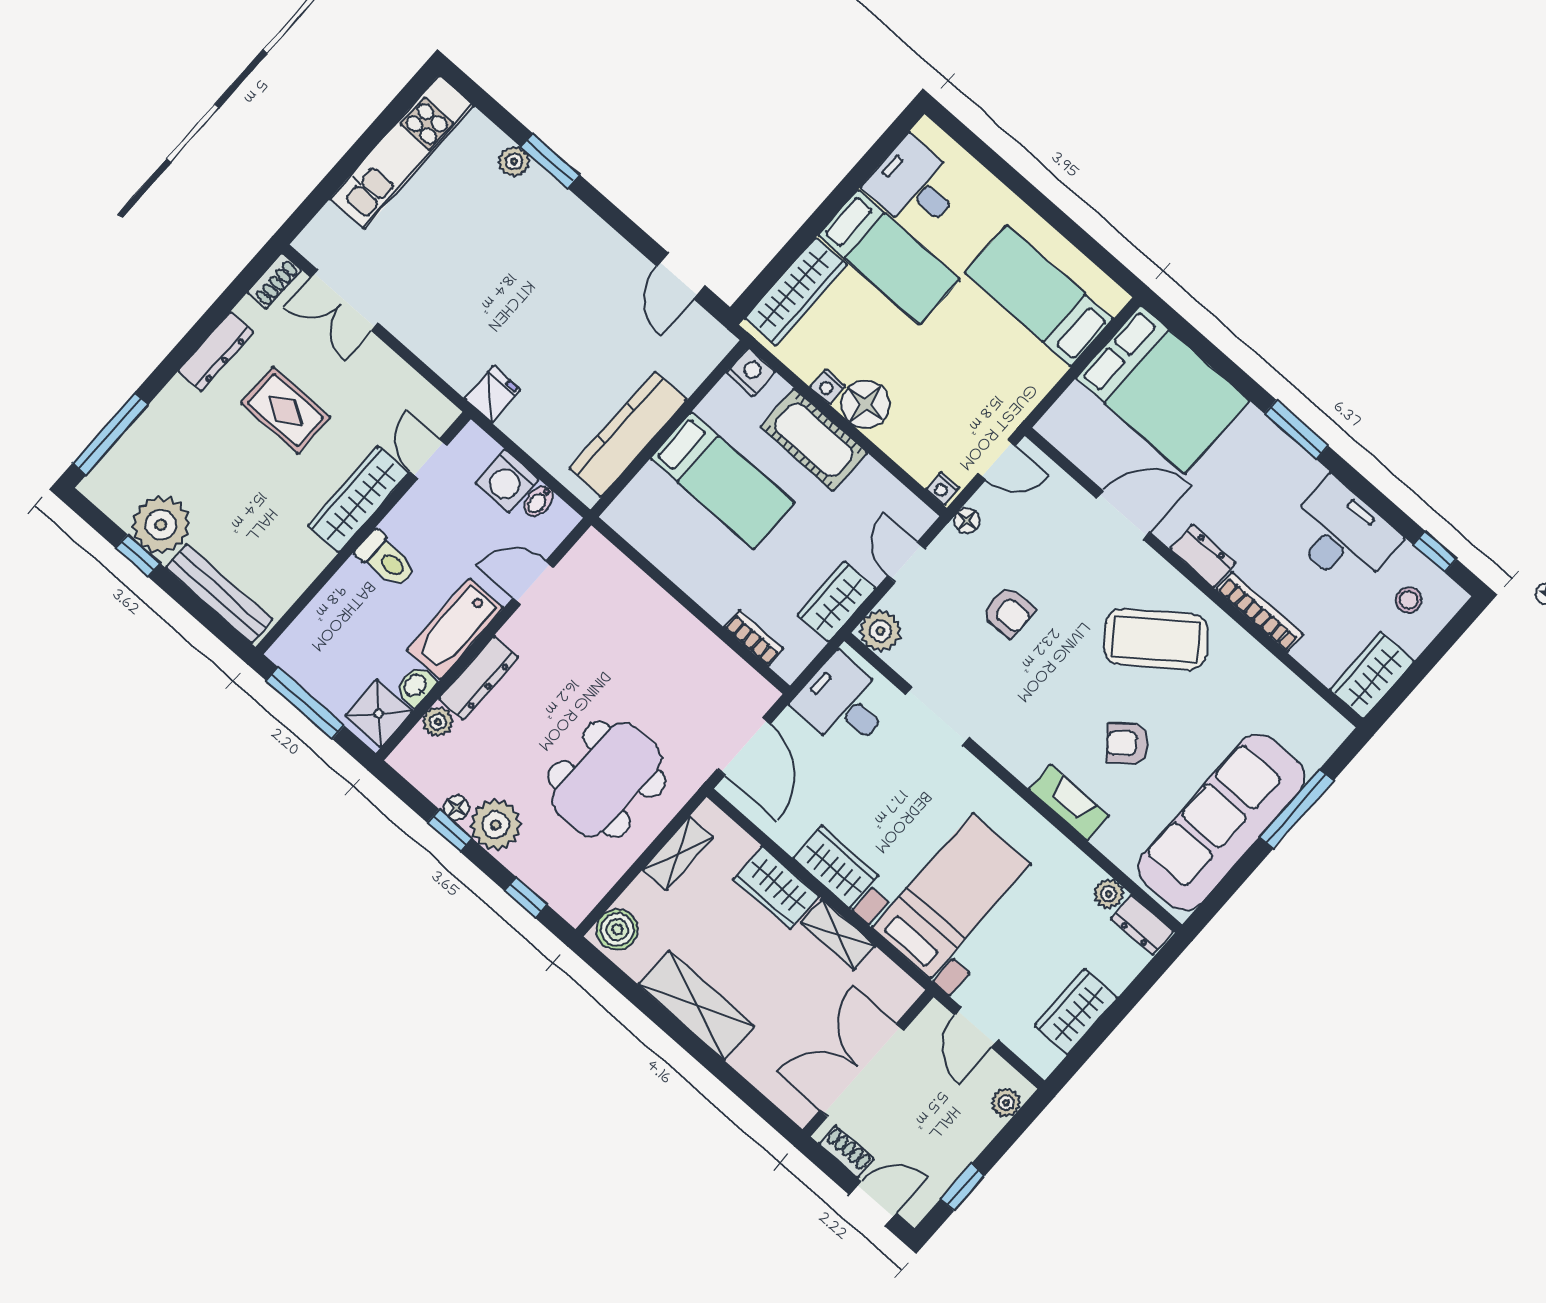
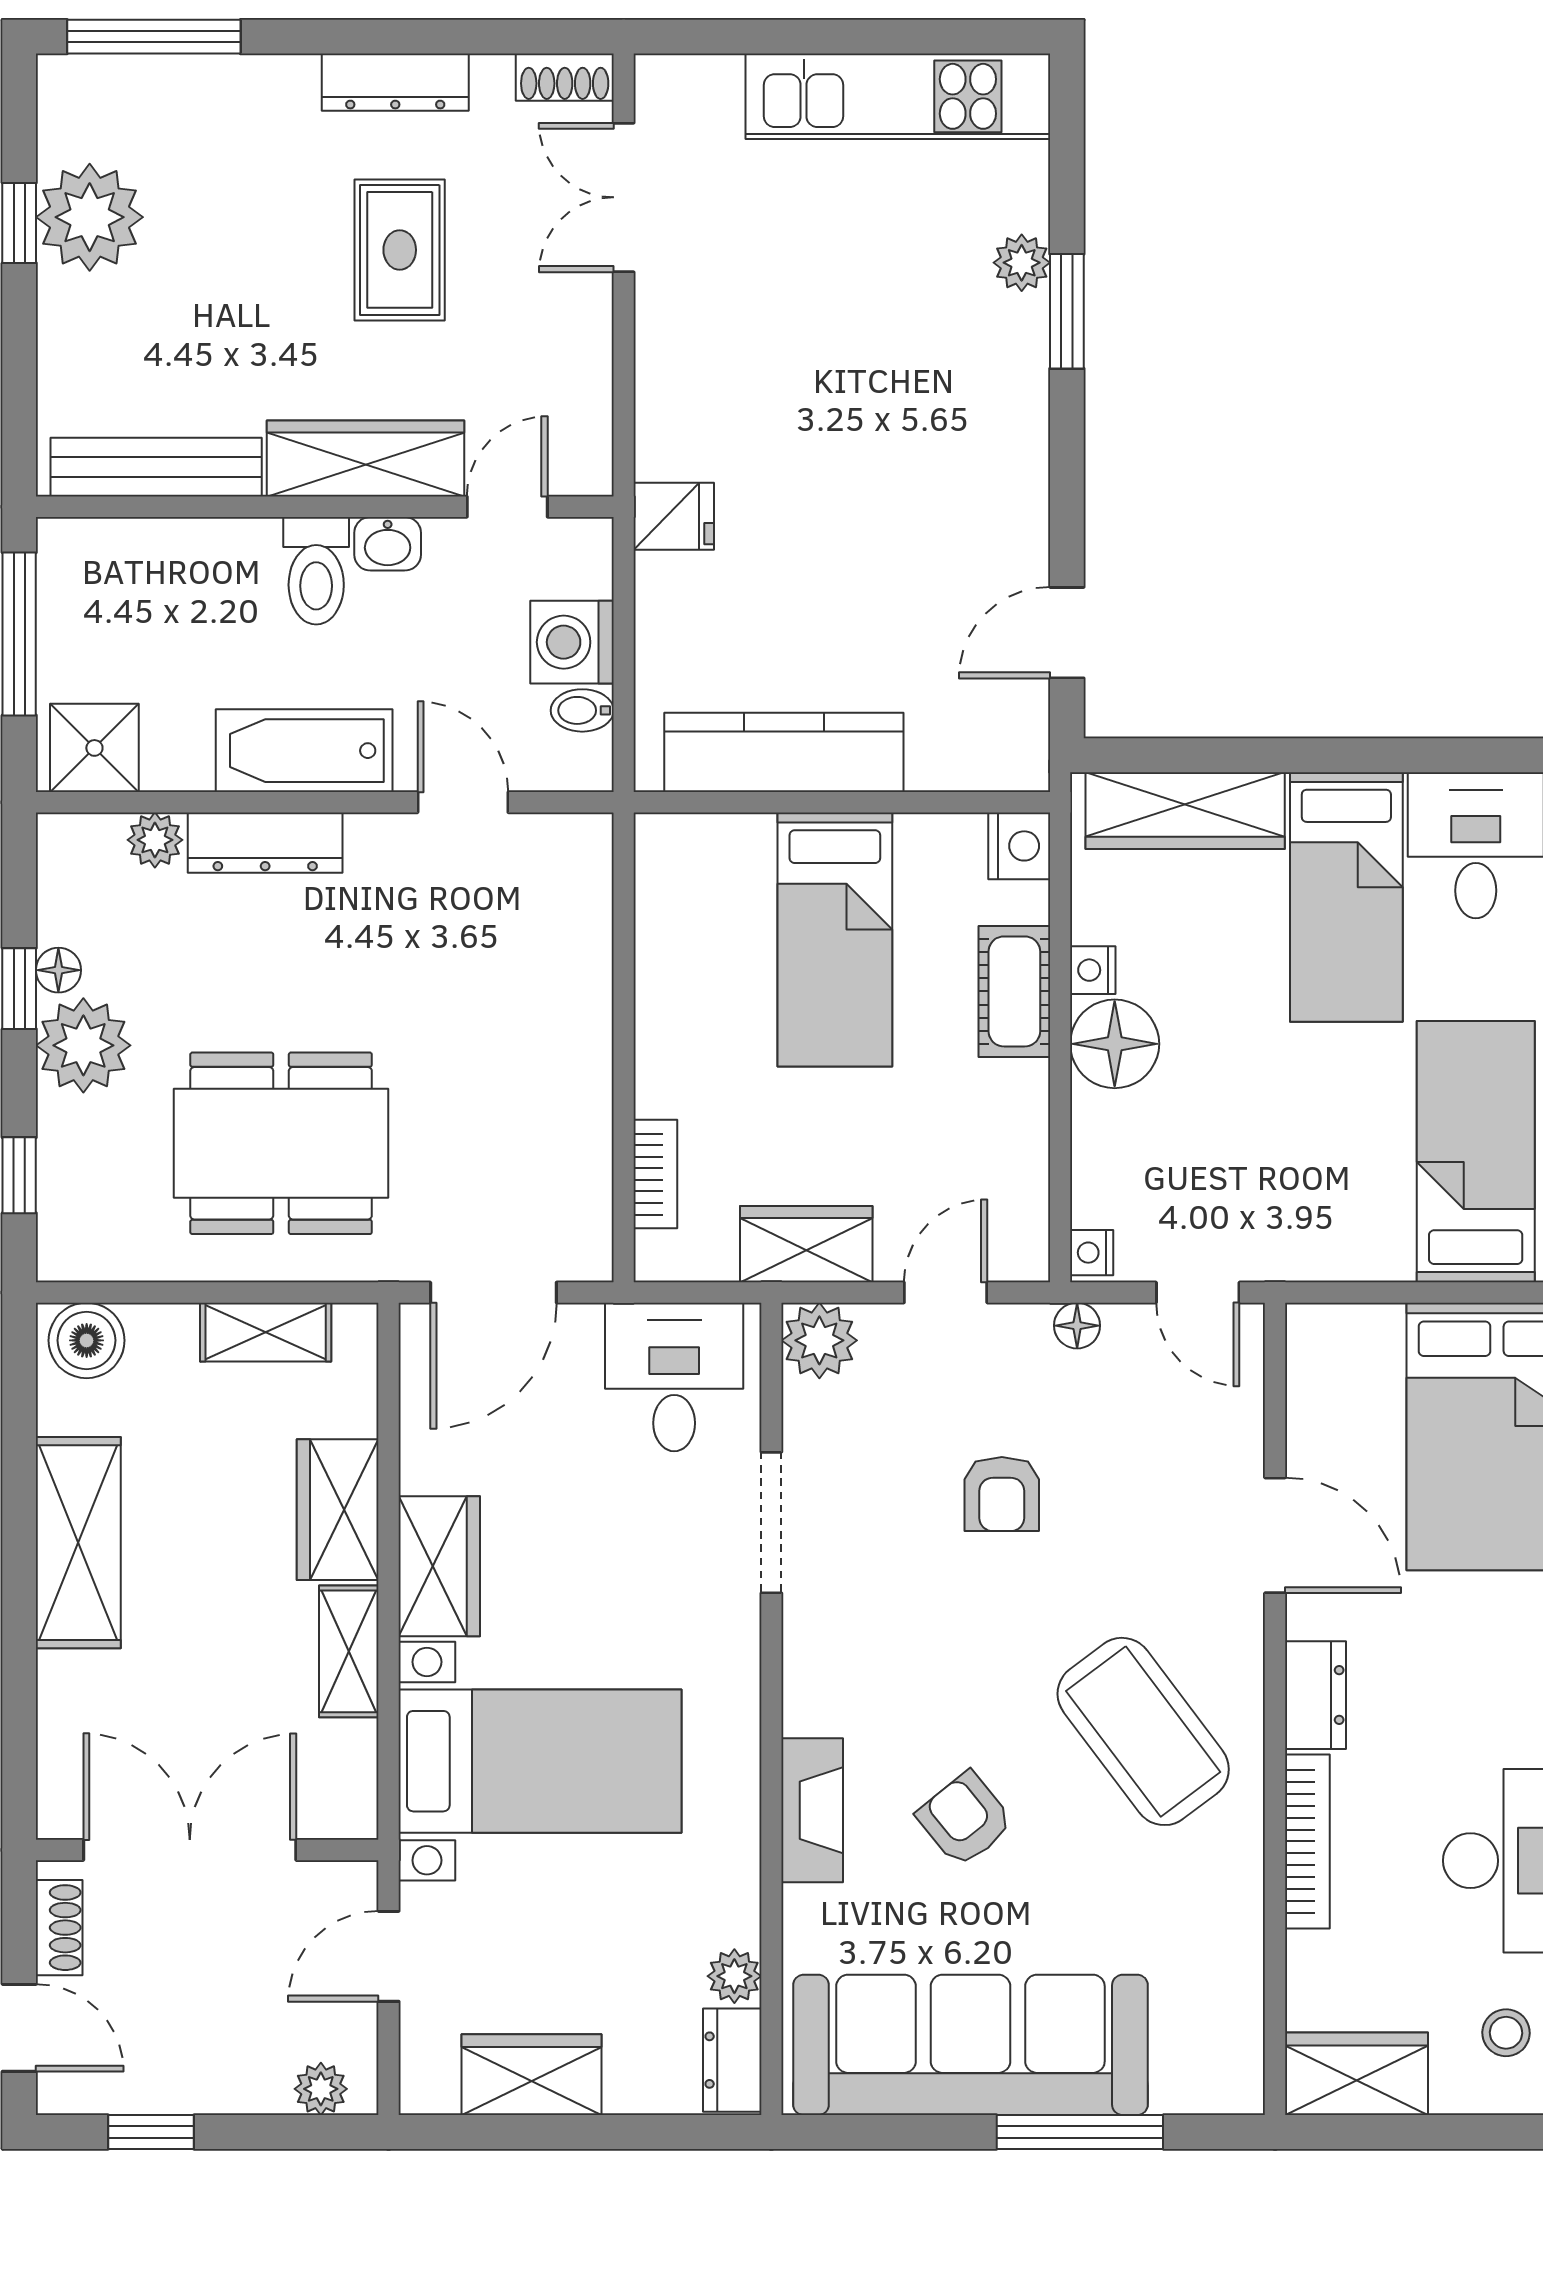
cot: (814, 440) -> (1014, 991), width x0.73, depth x0.75
bench: (219, 594) -> (156, 467), moved, turned 90
washbasin: (416, 686) -> (388, 544), moved, turned 180

